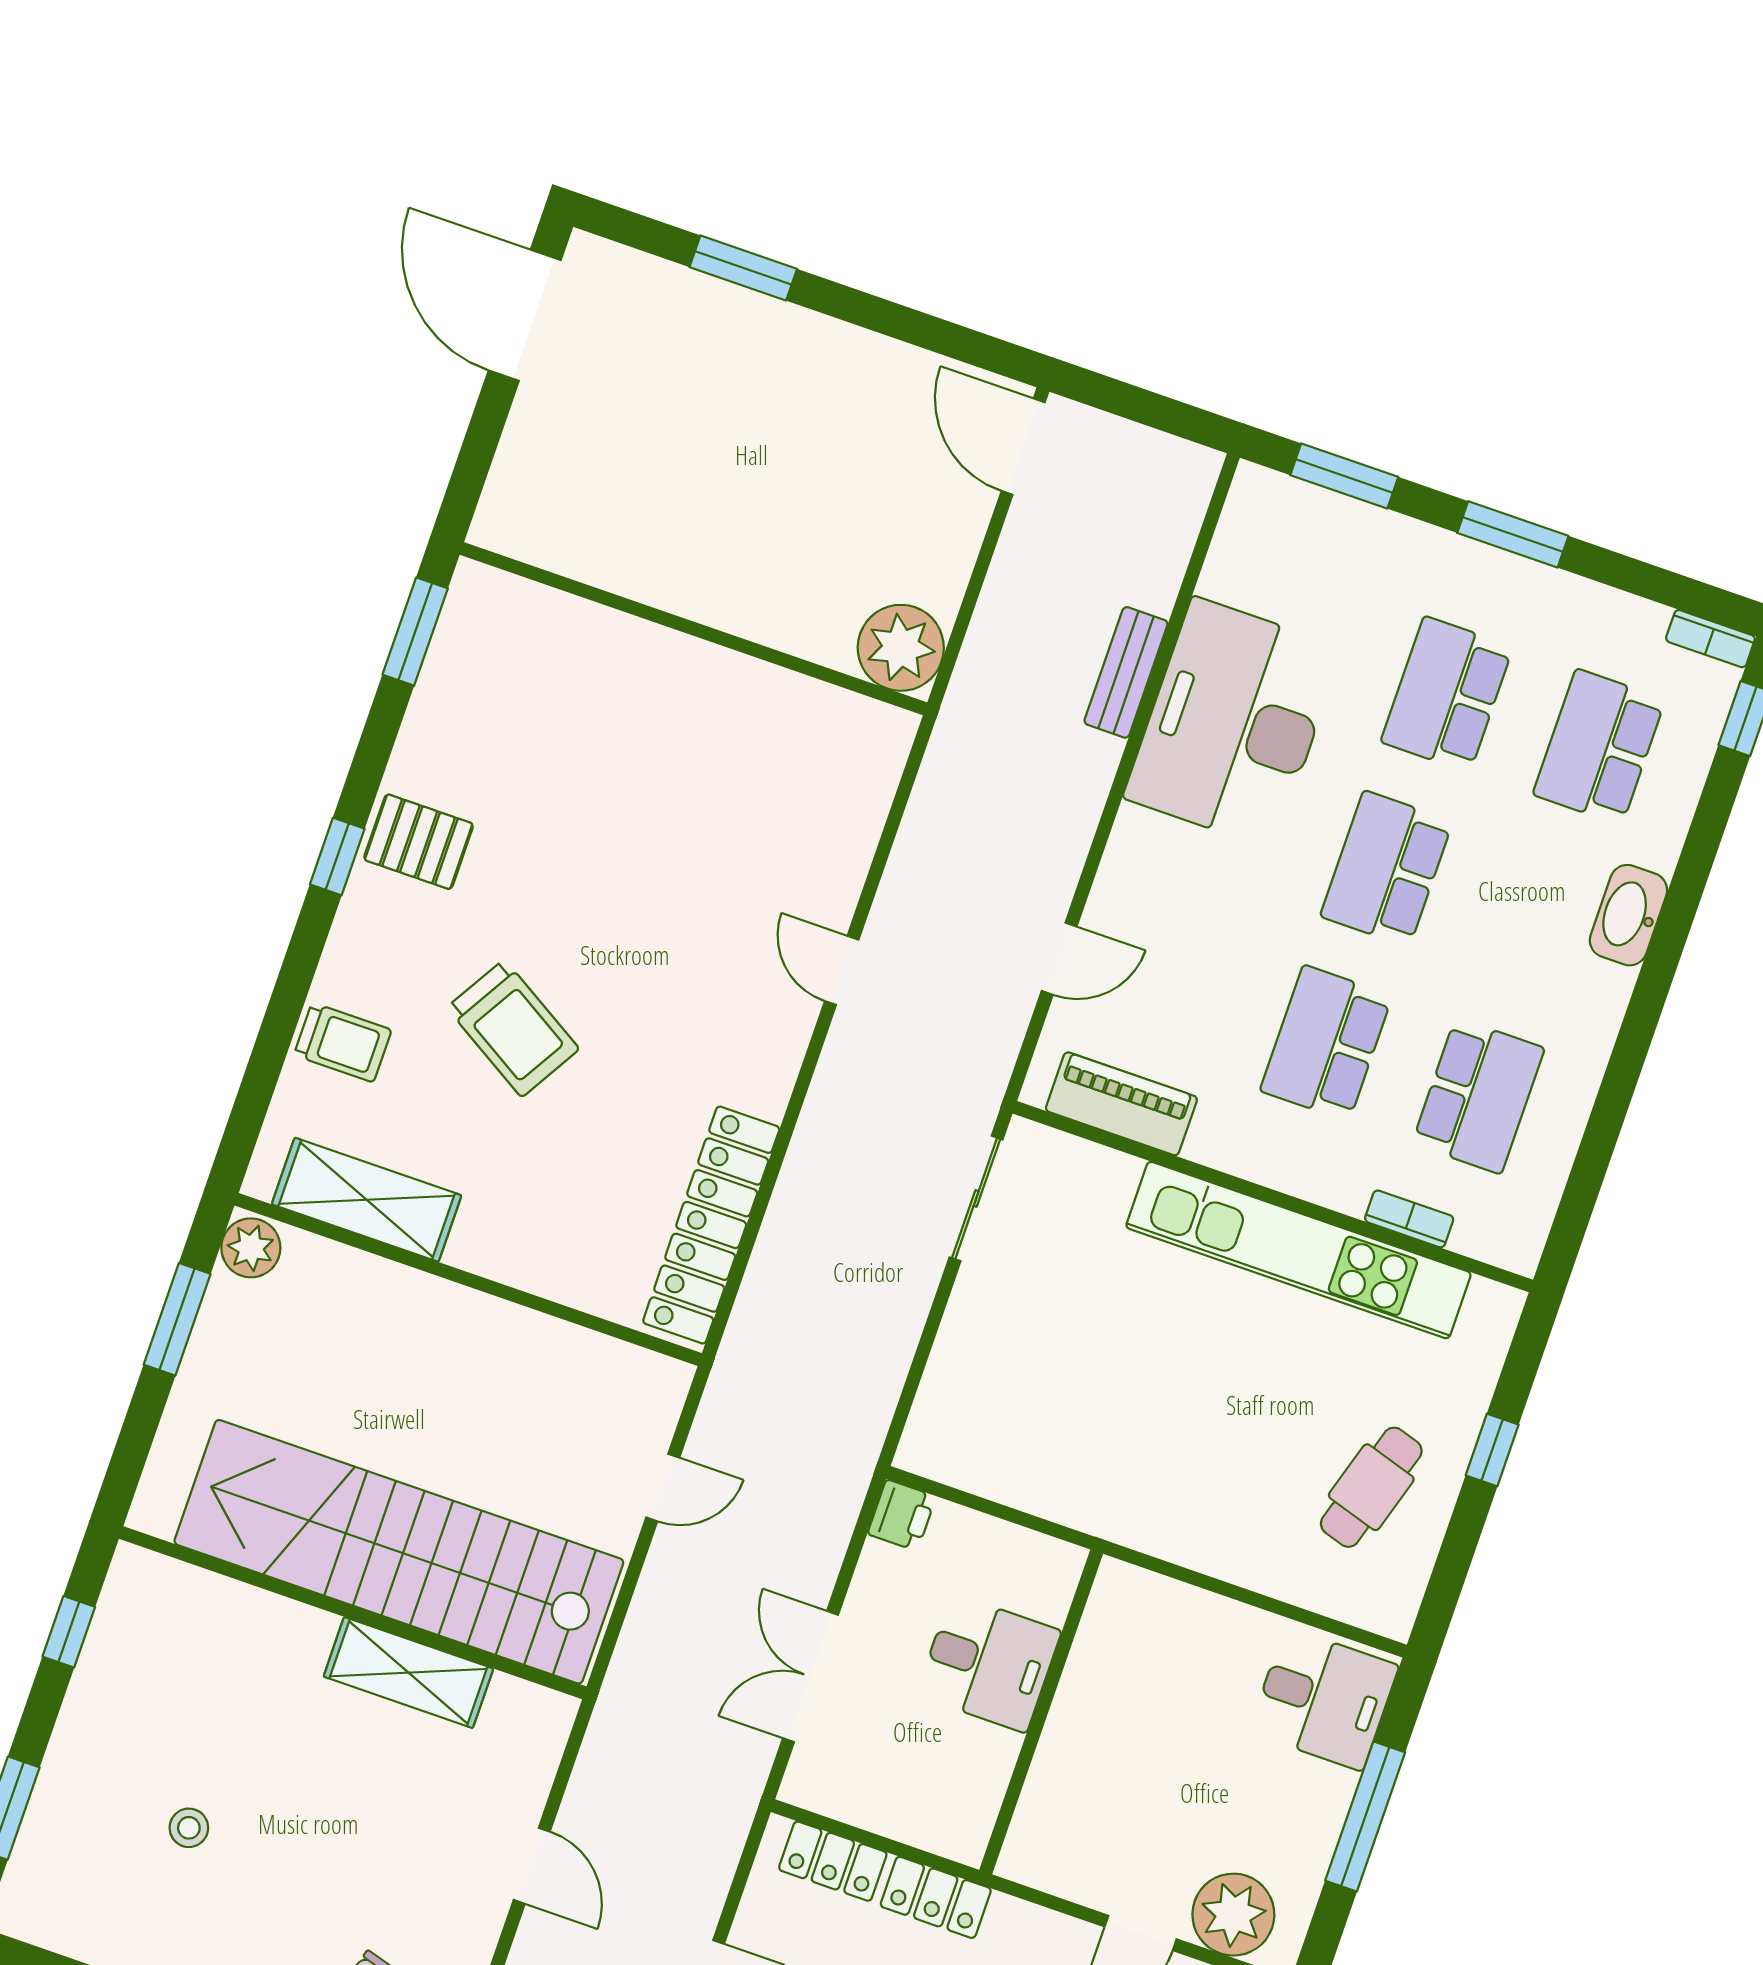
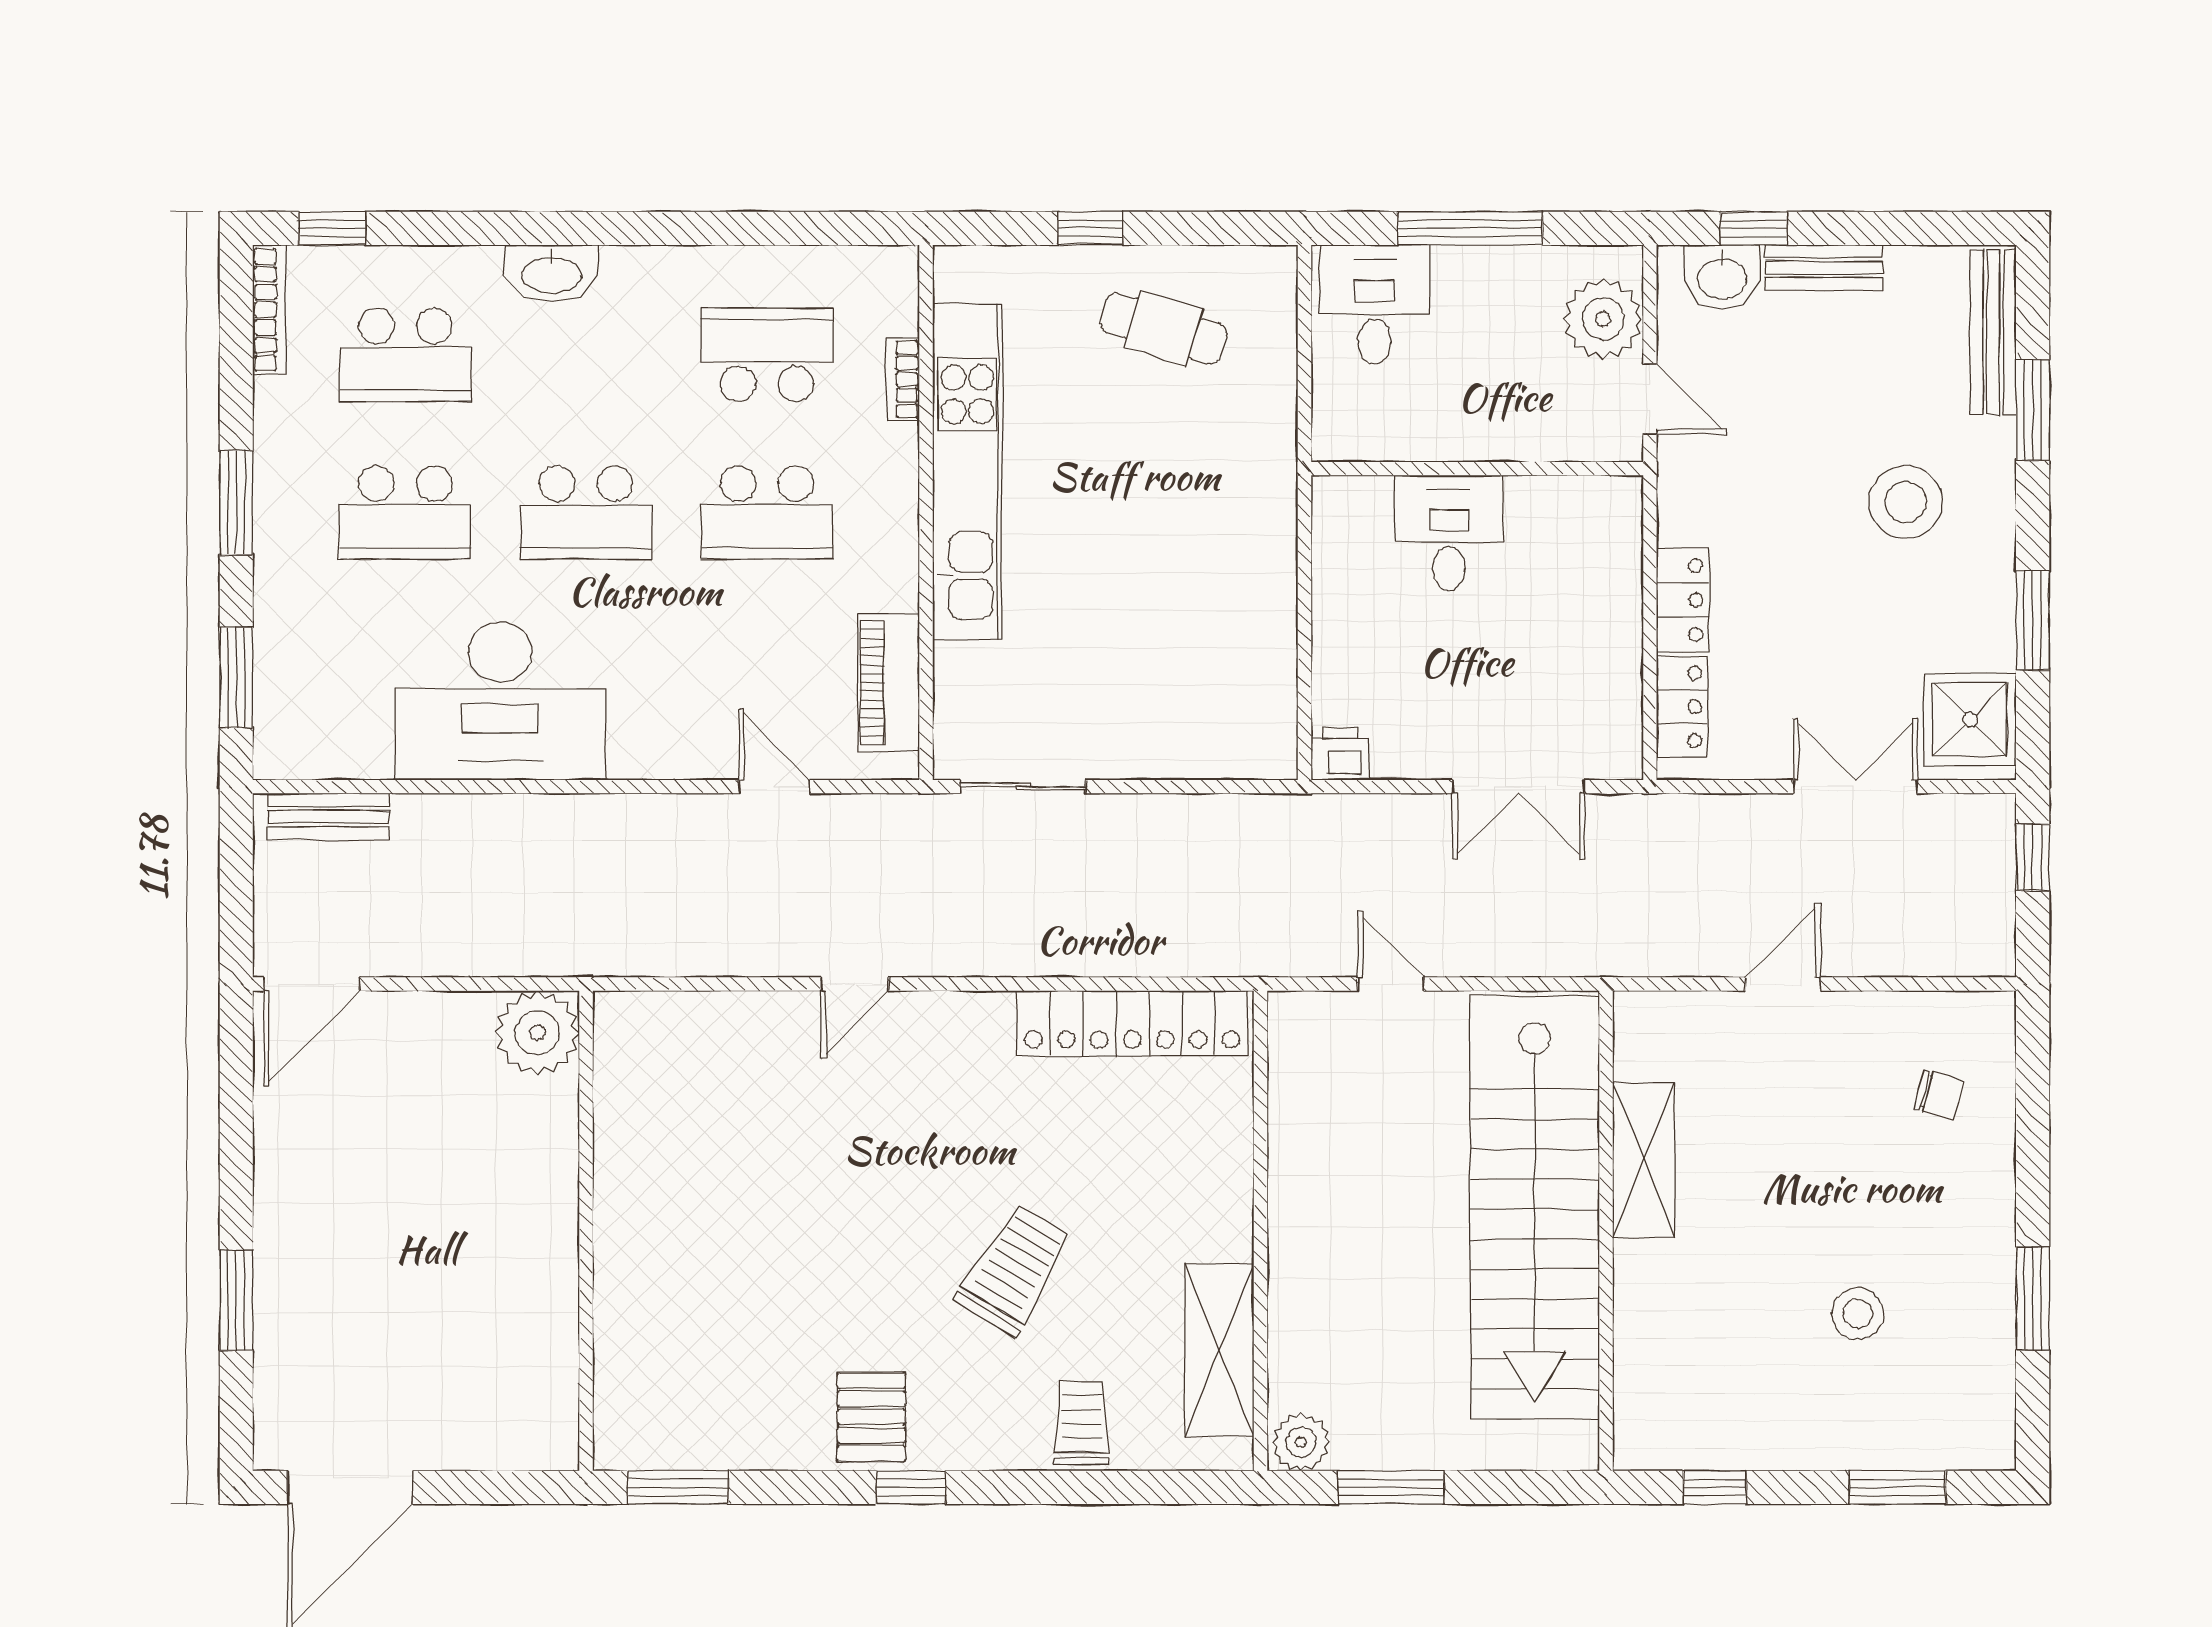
bookcase: (1710, 639) -> (269, 310), width x1.56
bench: (1126, 672) -> (329, 816), moved
desk: (989, 1663) -> (1449, 533), moved
wall: (1041, 1712) -> (1477, 469), moved
stool: (189, 1828) -> (1858, 1313), width x1.37, depth x1.37

